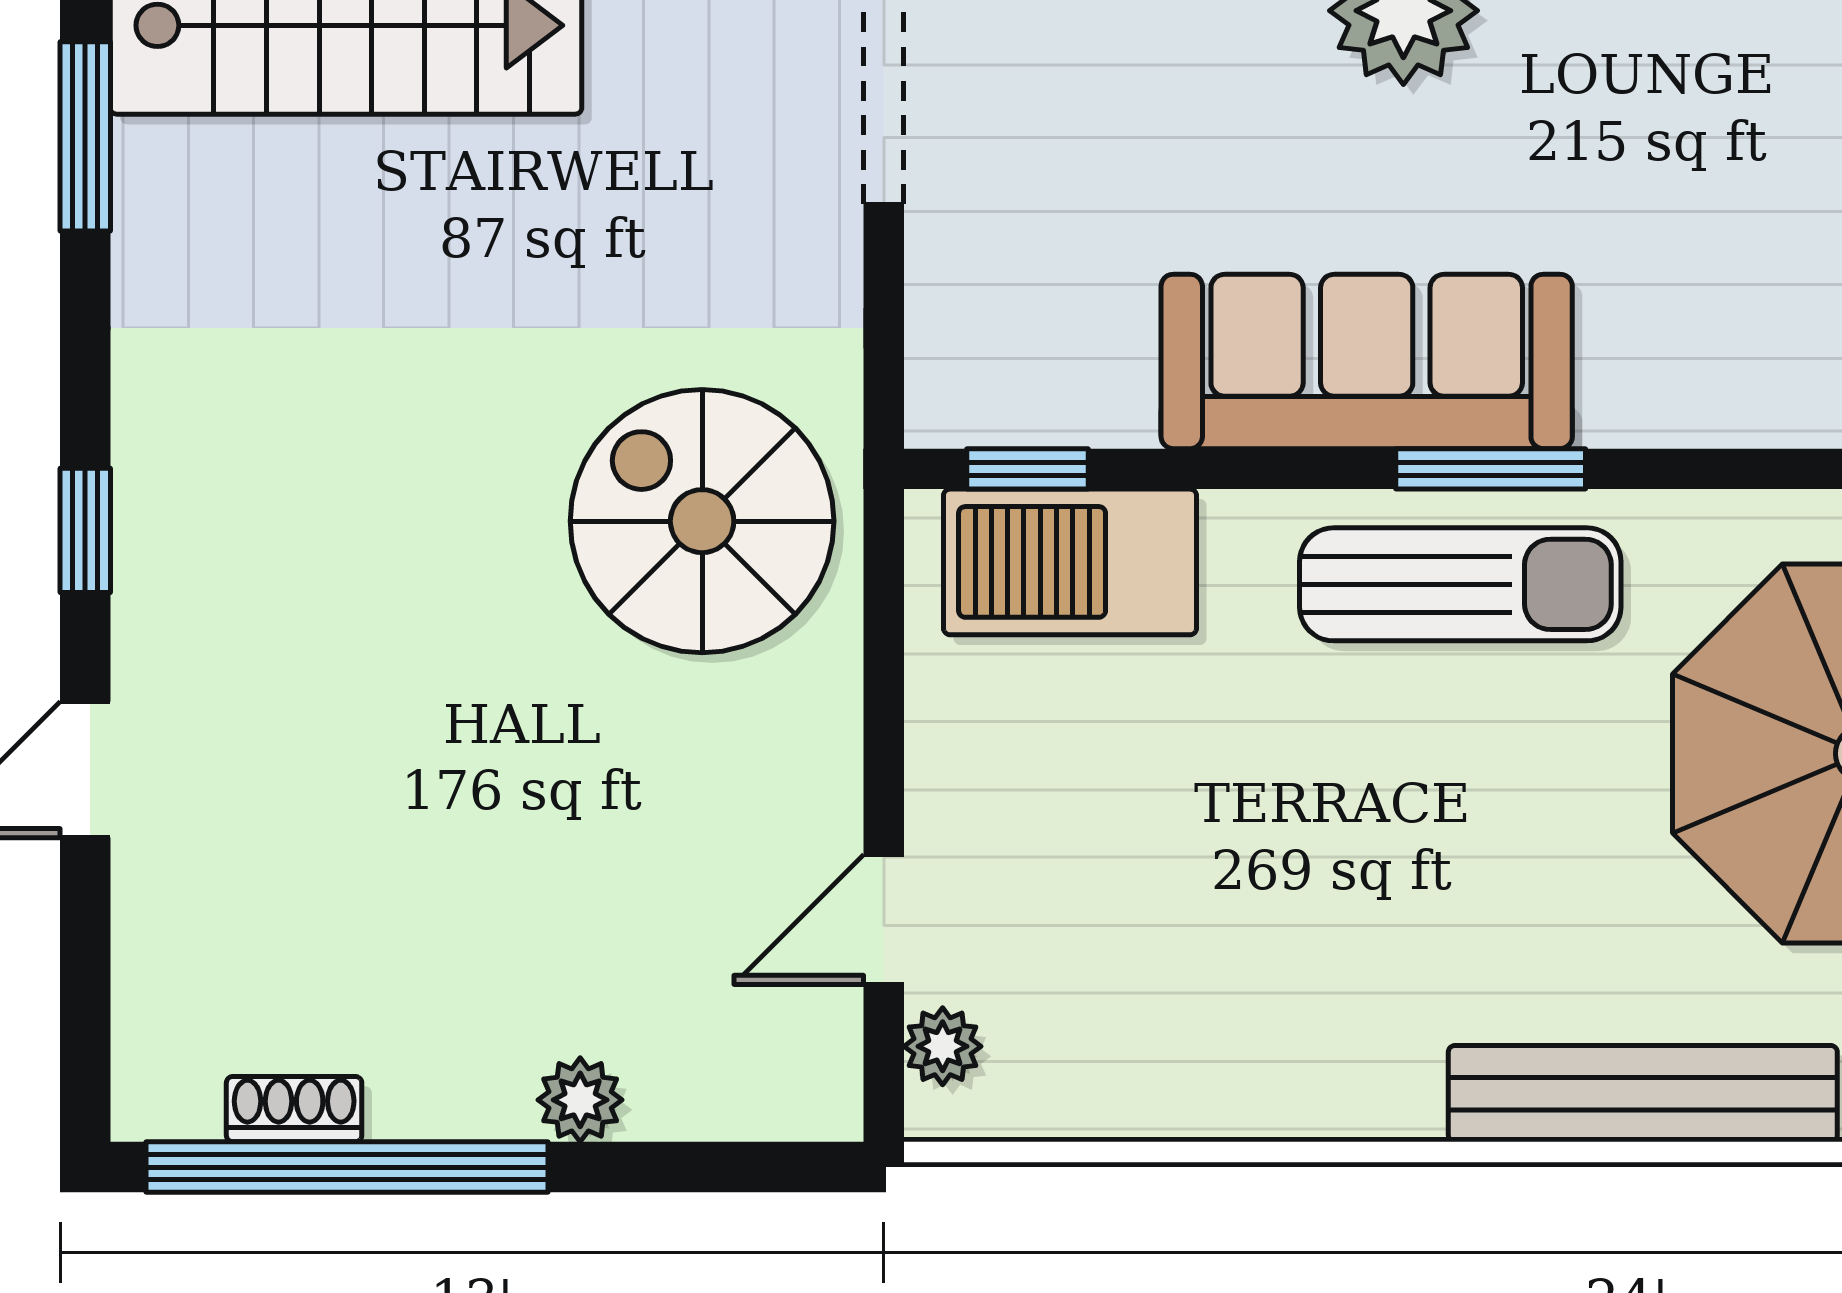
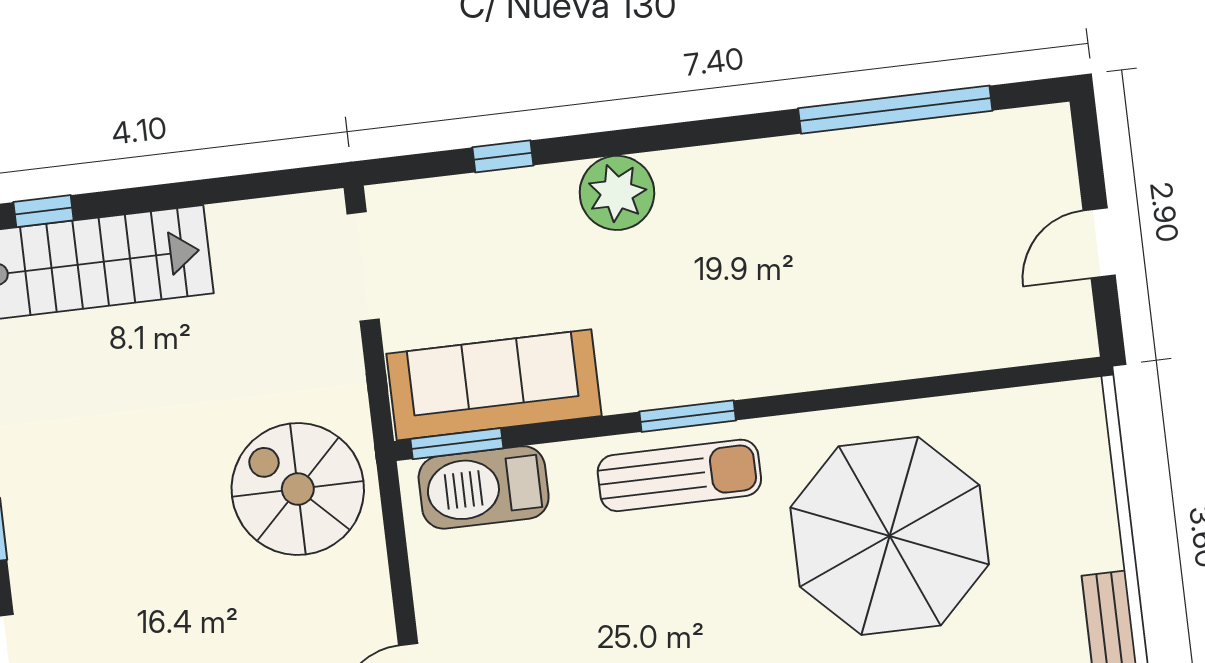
sofa: (1367, 361) -> (494, 385), moved
window: (1027, 469) -> (457, 444), width x1.50

